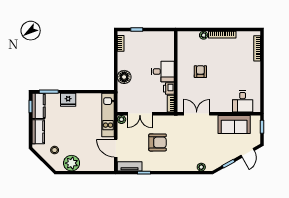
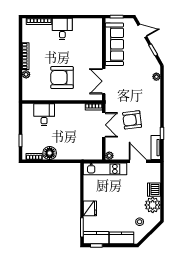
desk: (163, 71) -> (44, 115), moved
armchair: (200, 72) -> (62, 78), width x1.88, depth x1.88
floor lamp: (124, 77) -> (50, 153), moved
printer: (169, 89) -> (79, 109), removed
desk: (243, 101) -> (62, 29), moved, turned -90
double door: (140, 114) -> (104, 125), moved
sofa: (234, 125) -> (114, 44), width x1.36
armchair: (158, 142) -> (132, 120), turned -97
door: (116, 148) -> (138, 161), swing flipped
dishwasher: (87, 165) -> (154, 190), added

